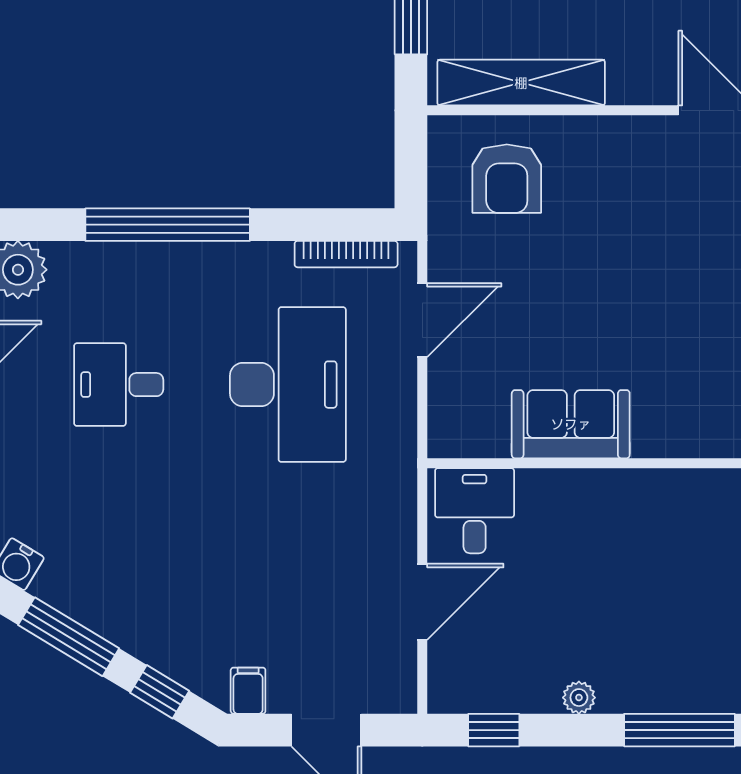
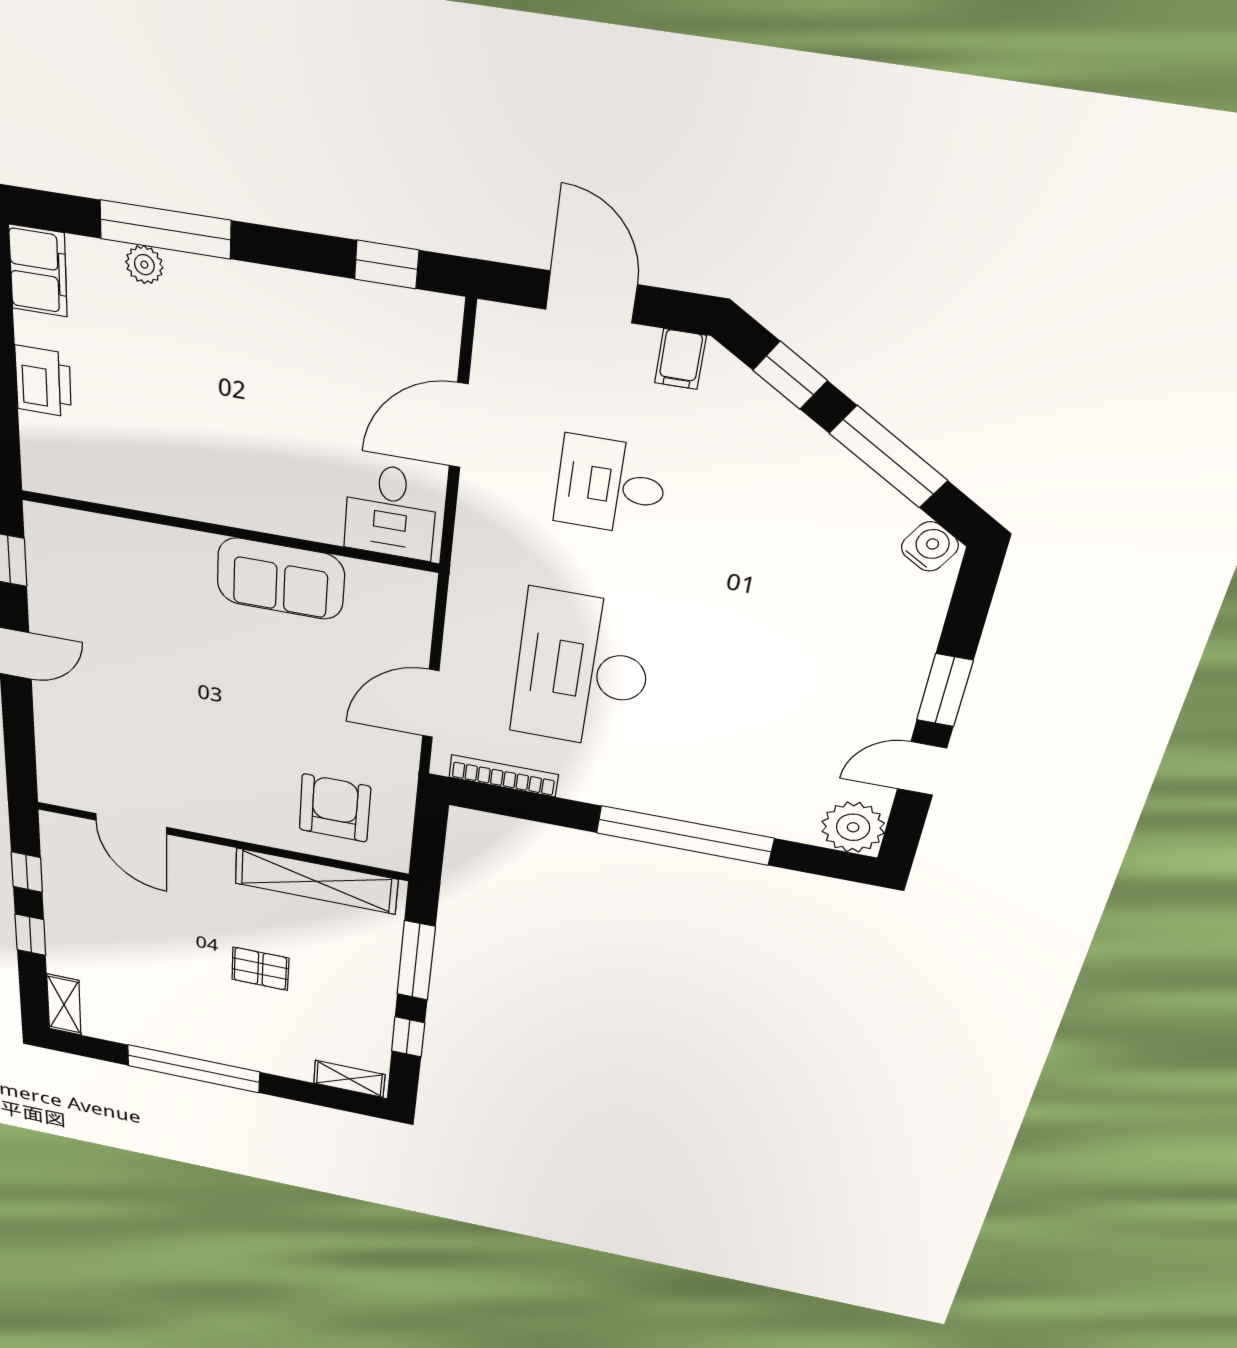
desk: (119, 385) -> (611, 486), moved, turned 180
plant: (579, 698) -> (144, 265), moved

